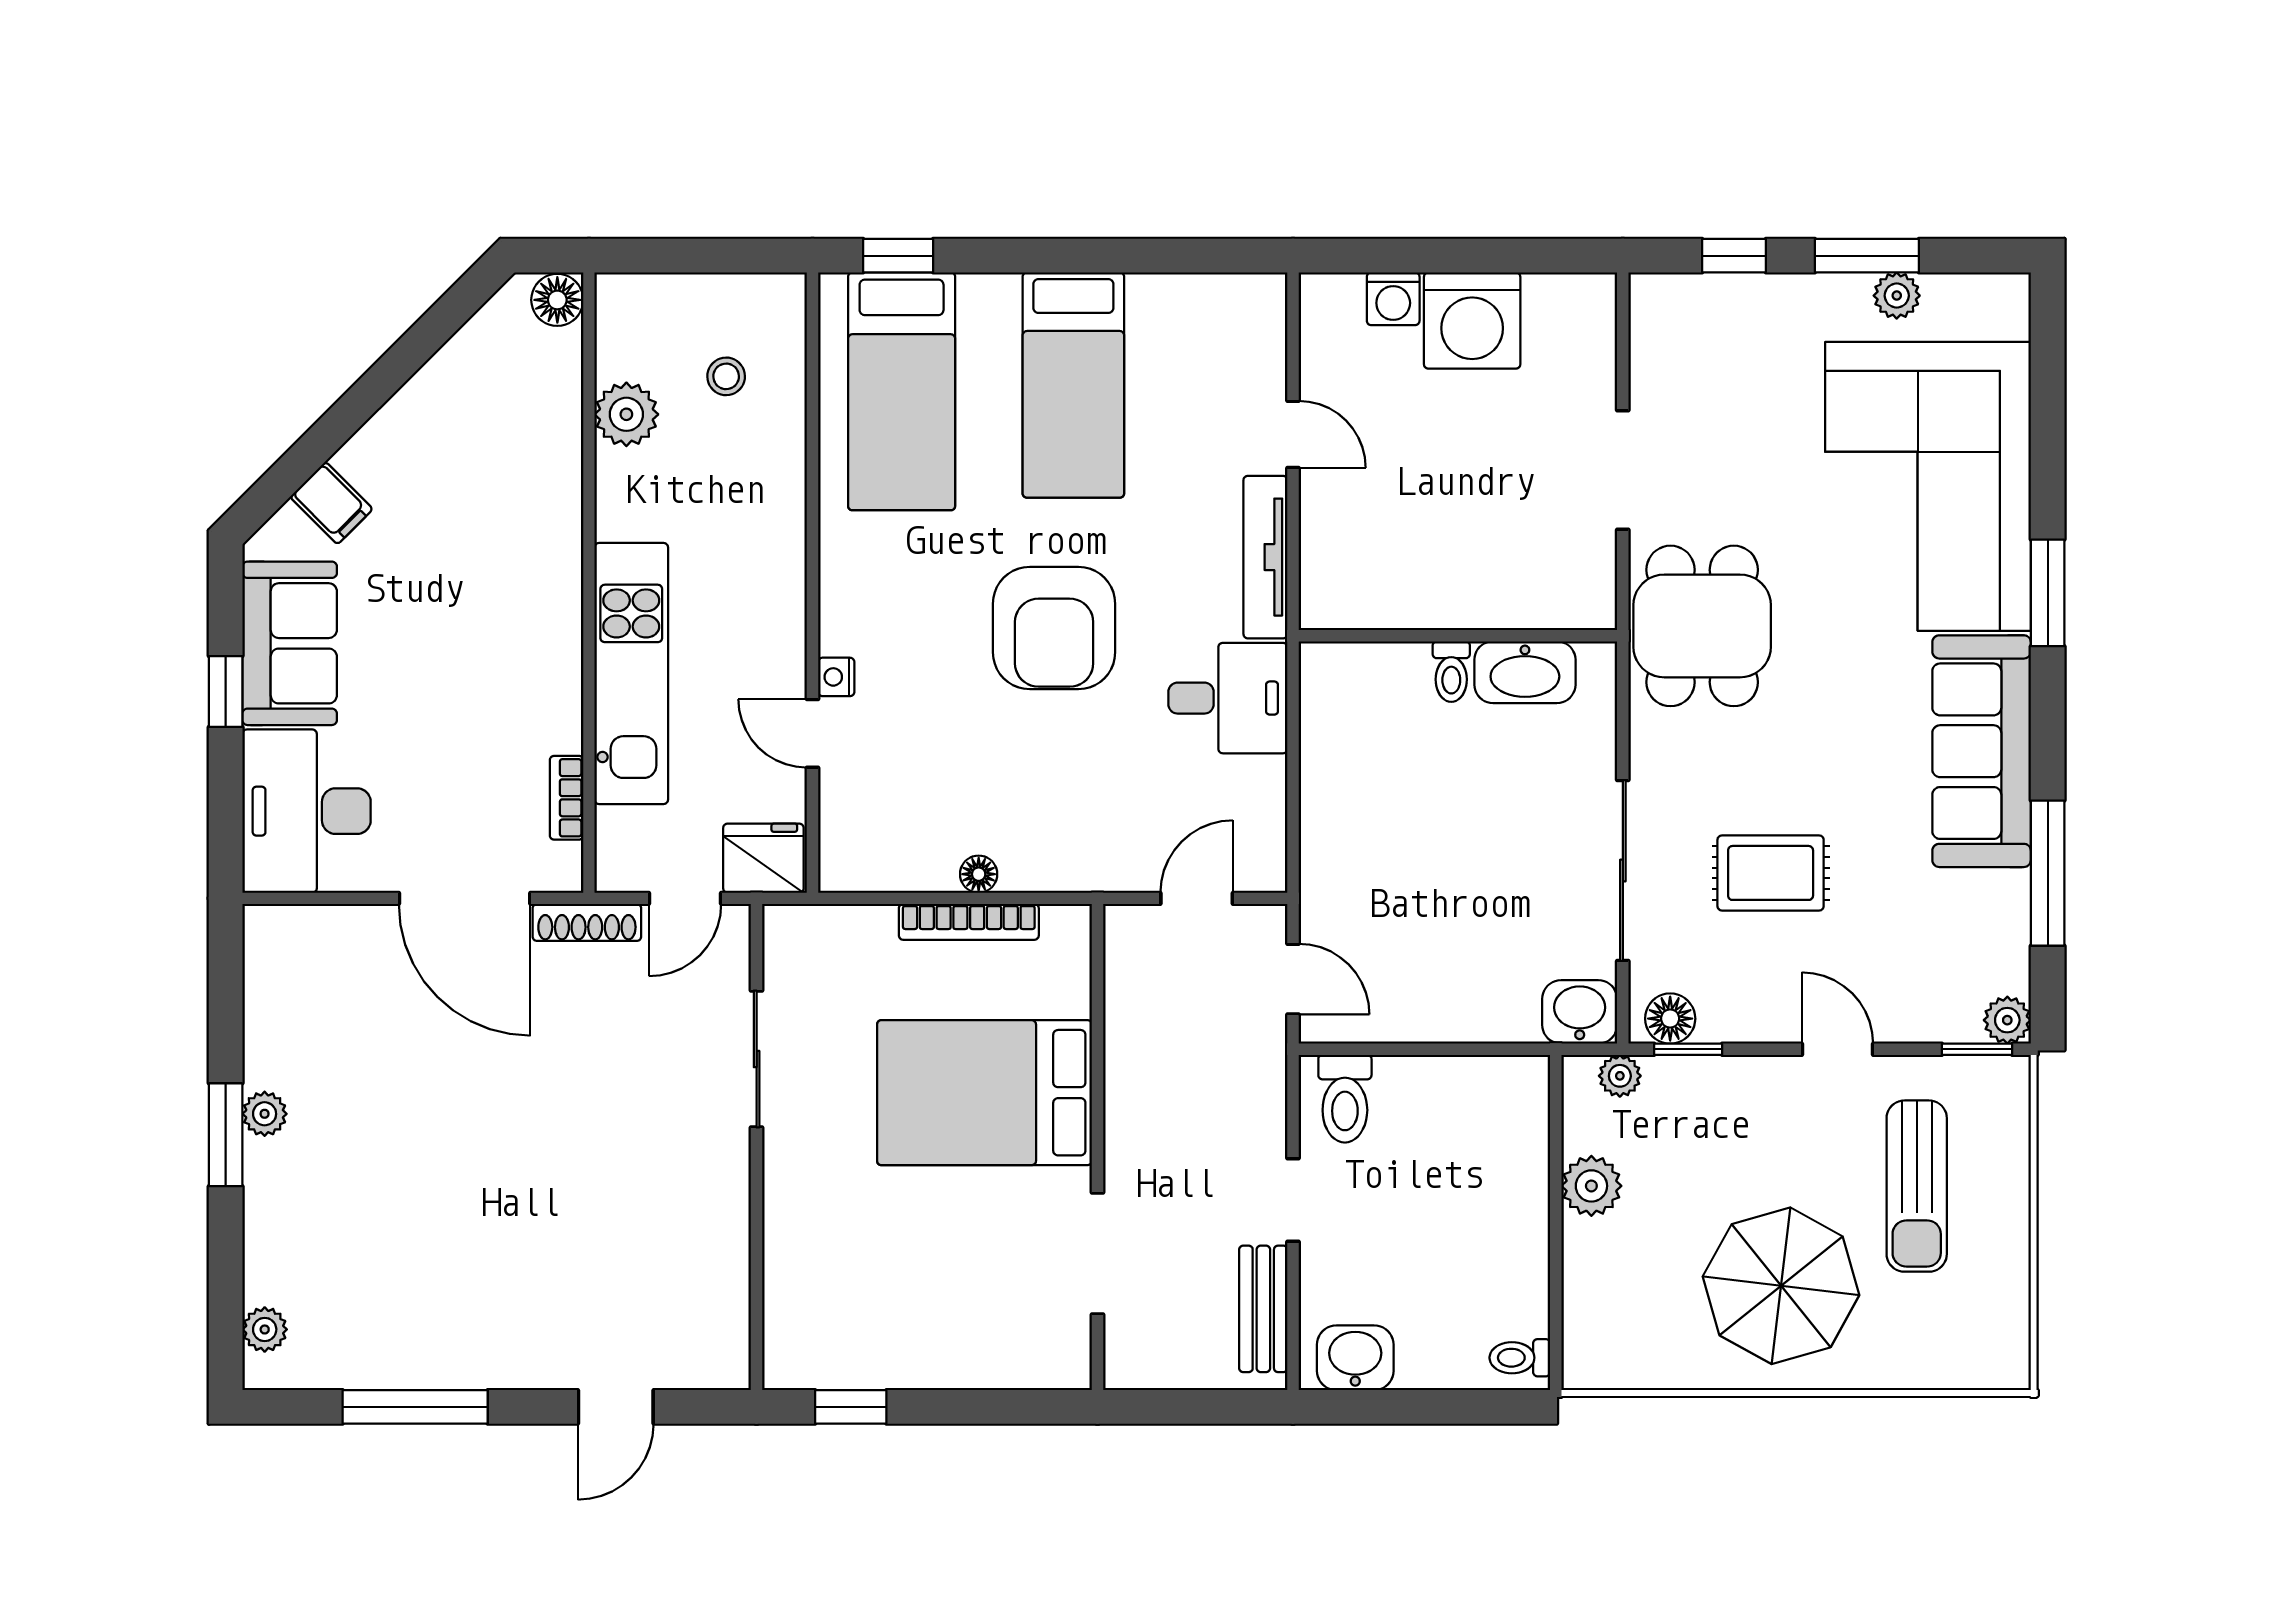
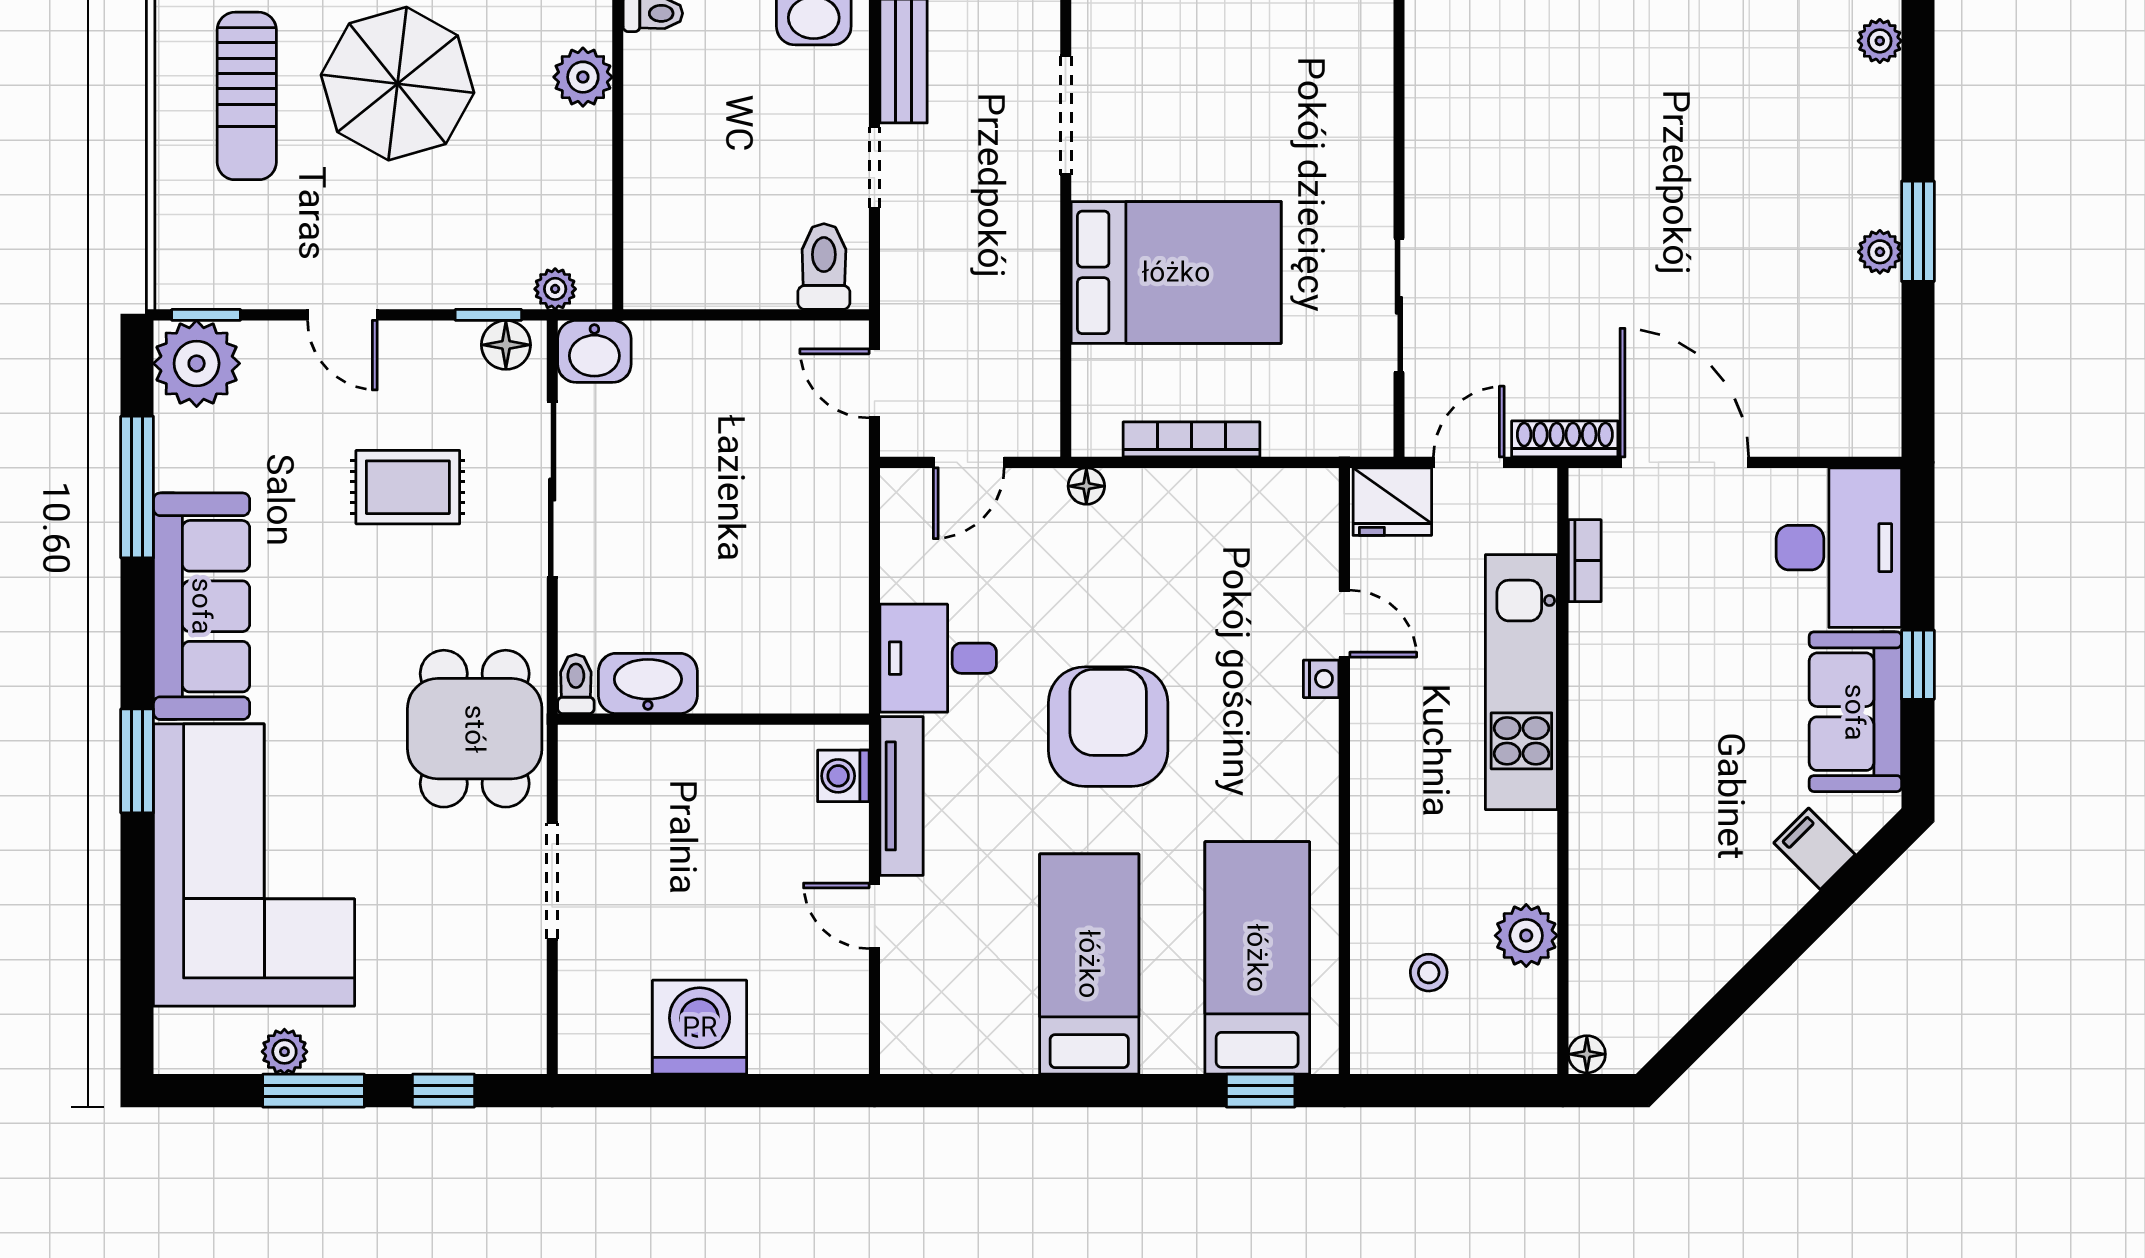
washing machine: (1393, 299) -> (843, 776), moved, turned -90
floor lamp: (557, 300) -> (1587, 1054), width x0.73, depth x0.73
toilet: (1451, 672) -> (576, 684), moved
floor lamp: (979, 874) -> (1086, 486), moved
plant: (2007, 1020) -> (197, 363), width x1.88, depth x1.88
plant: (1591, 1186) -> (583, 77), moved
sun lounger: (1917, 1186) -> (247, 96), moved, turned 180

